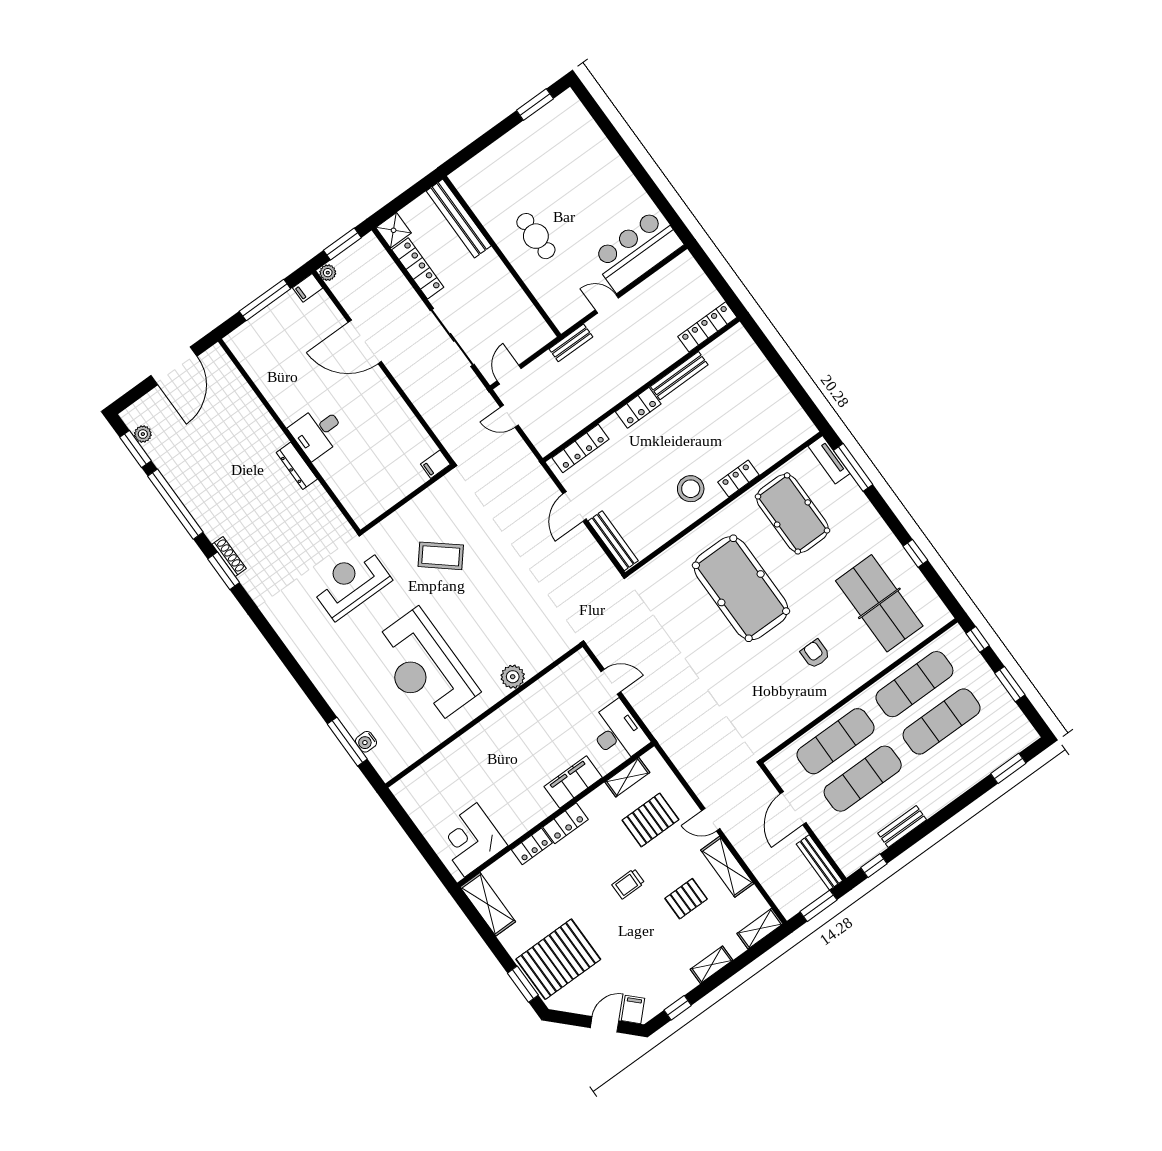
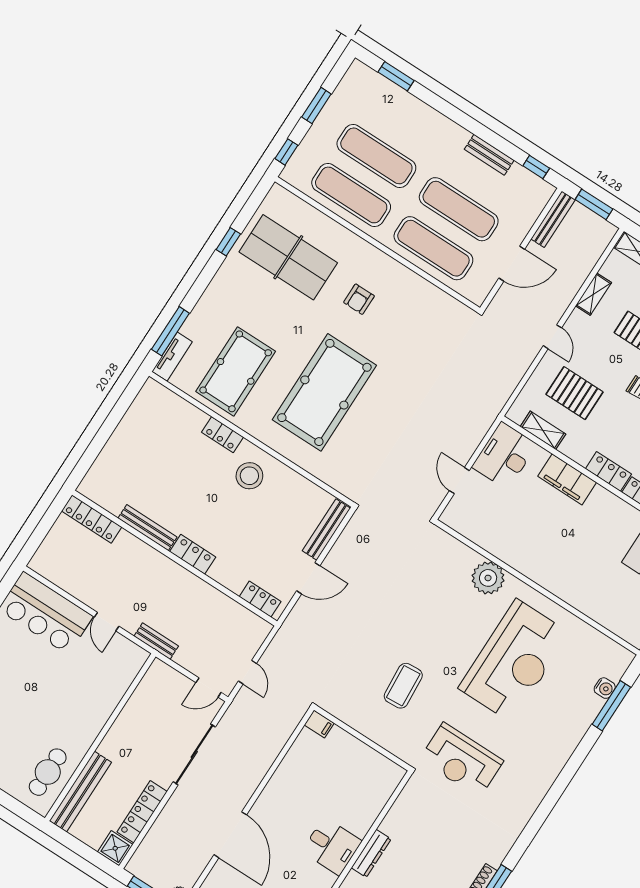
cafe table: (536, 236) -> (48, 772), moved
locker: (580, 448) -> (260, 599), width x0.66
coffee table: (441, 556) -> (403, 686), turned 46
table tennis table: (879, 603) -> (288, 257), turned 90
plant: (513, 677) -> (488, 578), width x1.36, depth x1.36
shelving: (727, 867) -> (593, 294), width x0.67, depth x0.75

